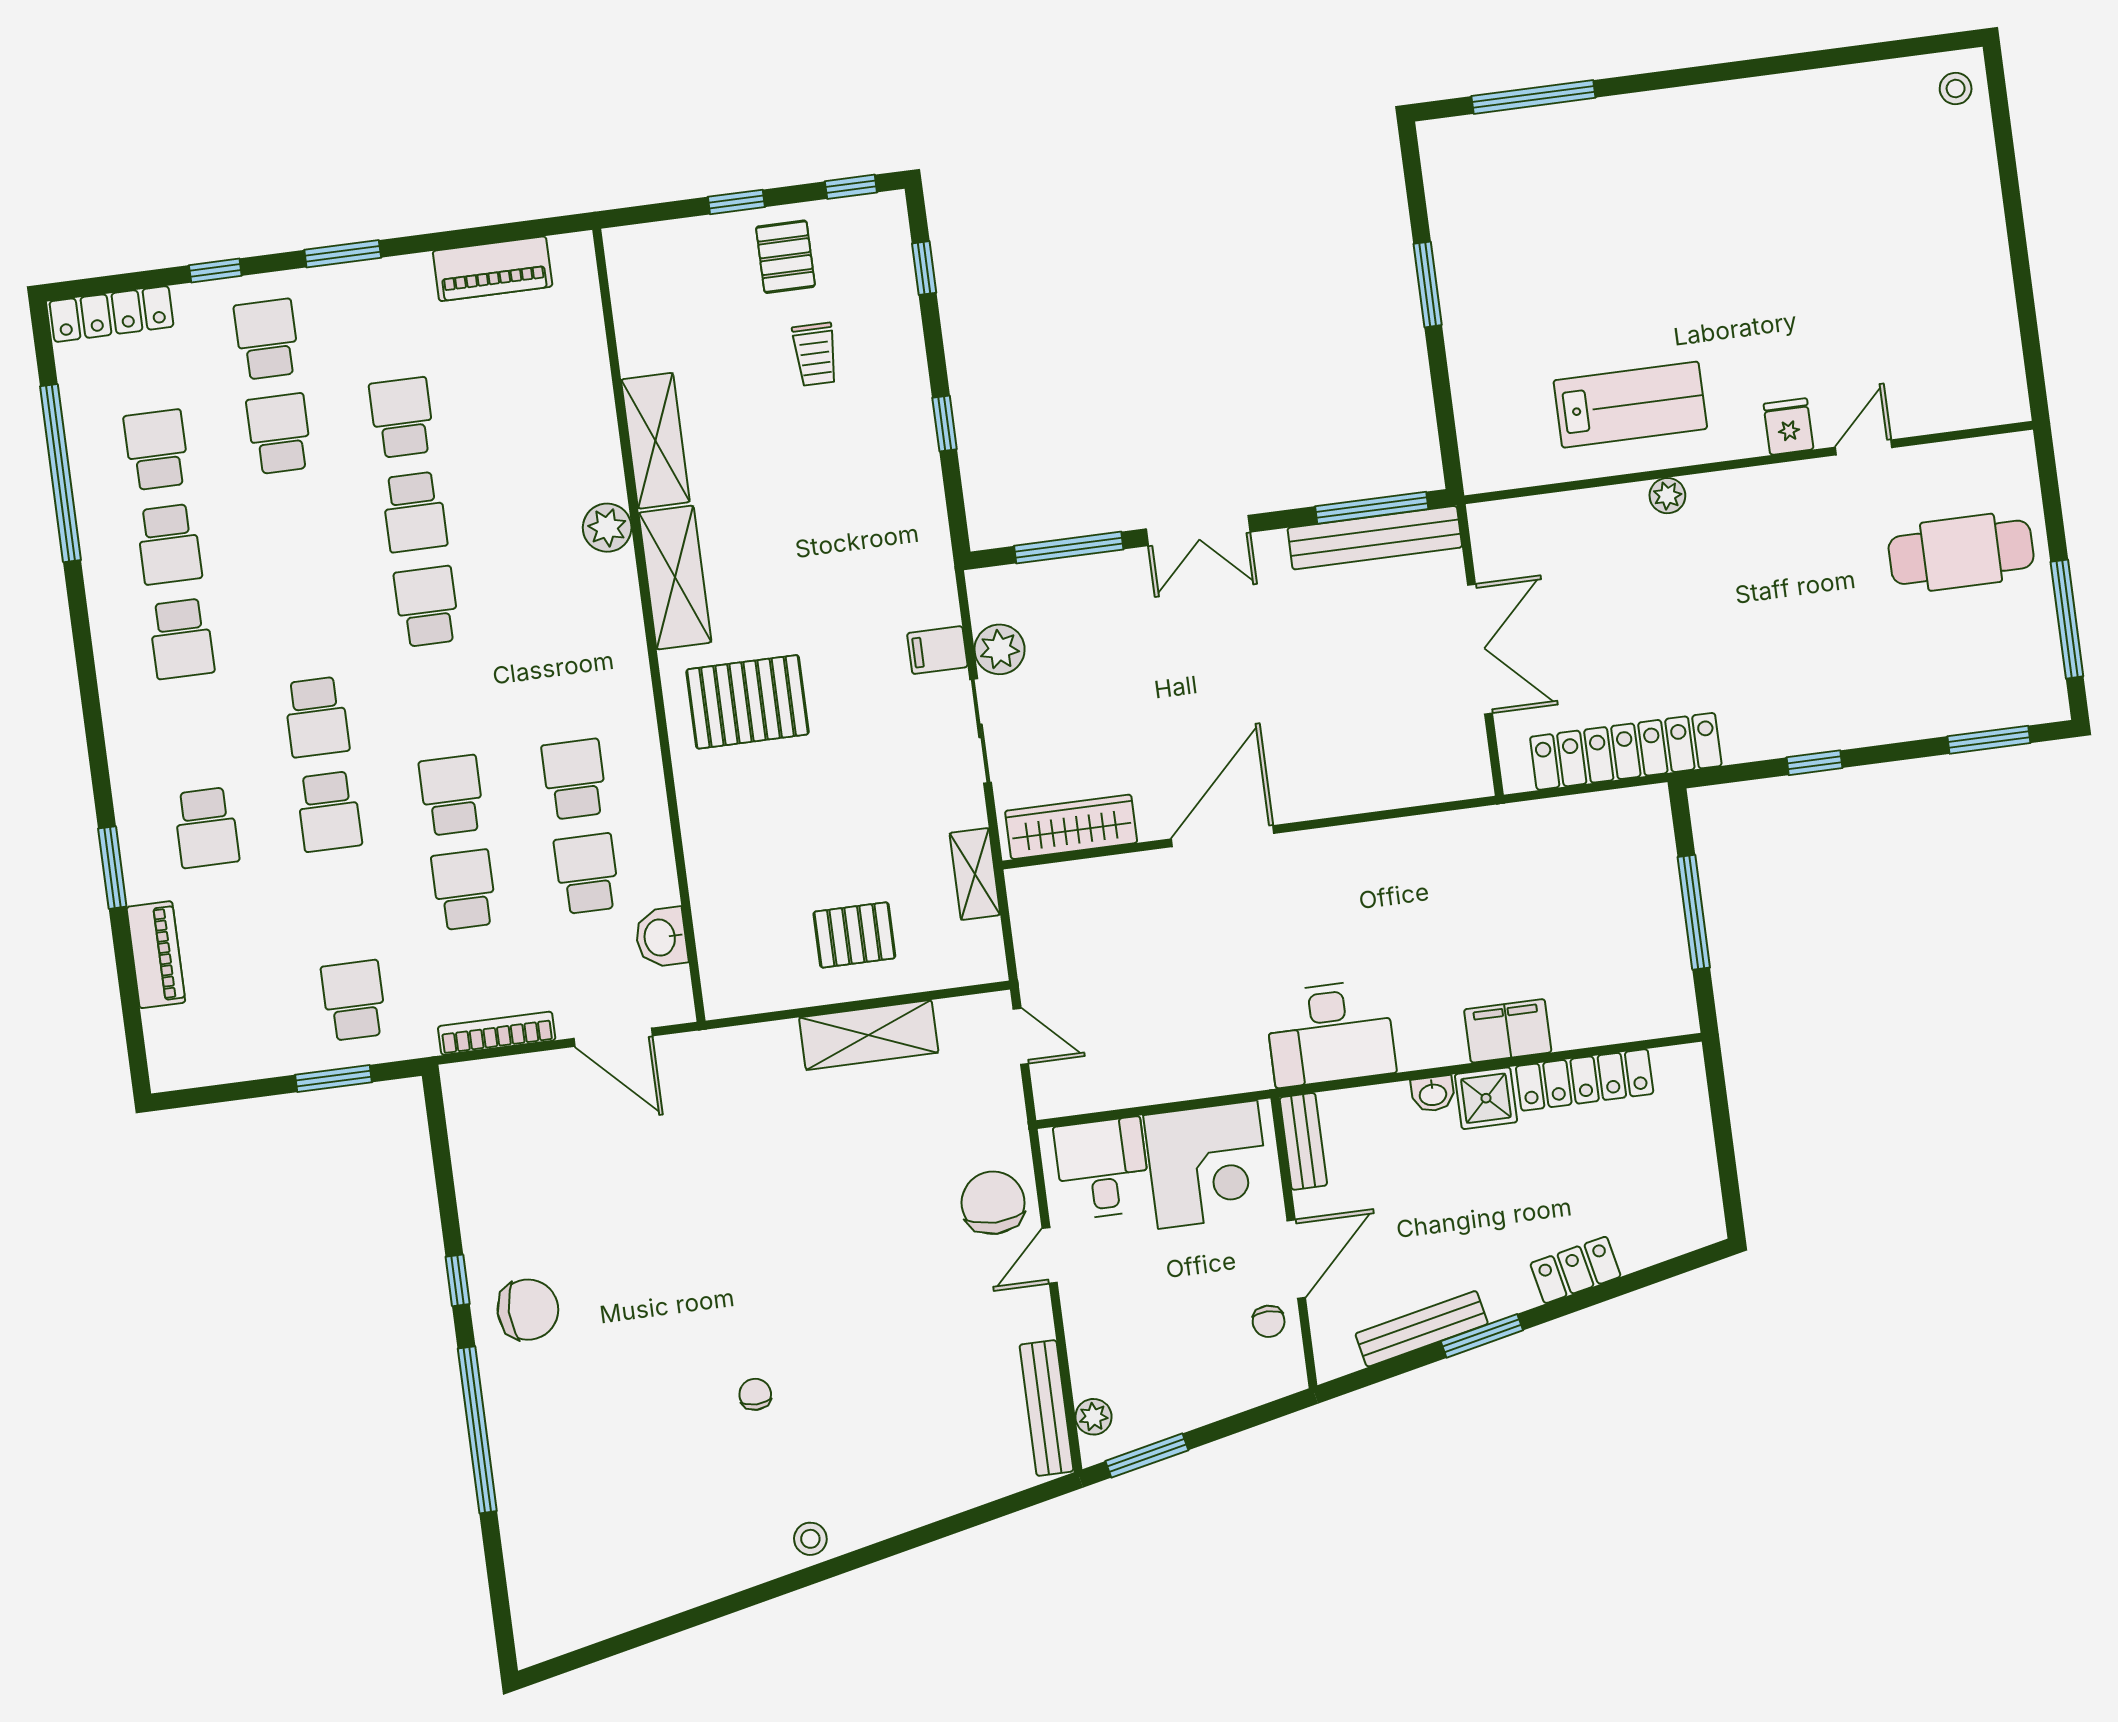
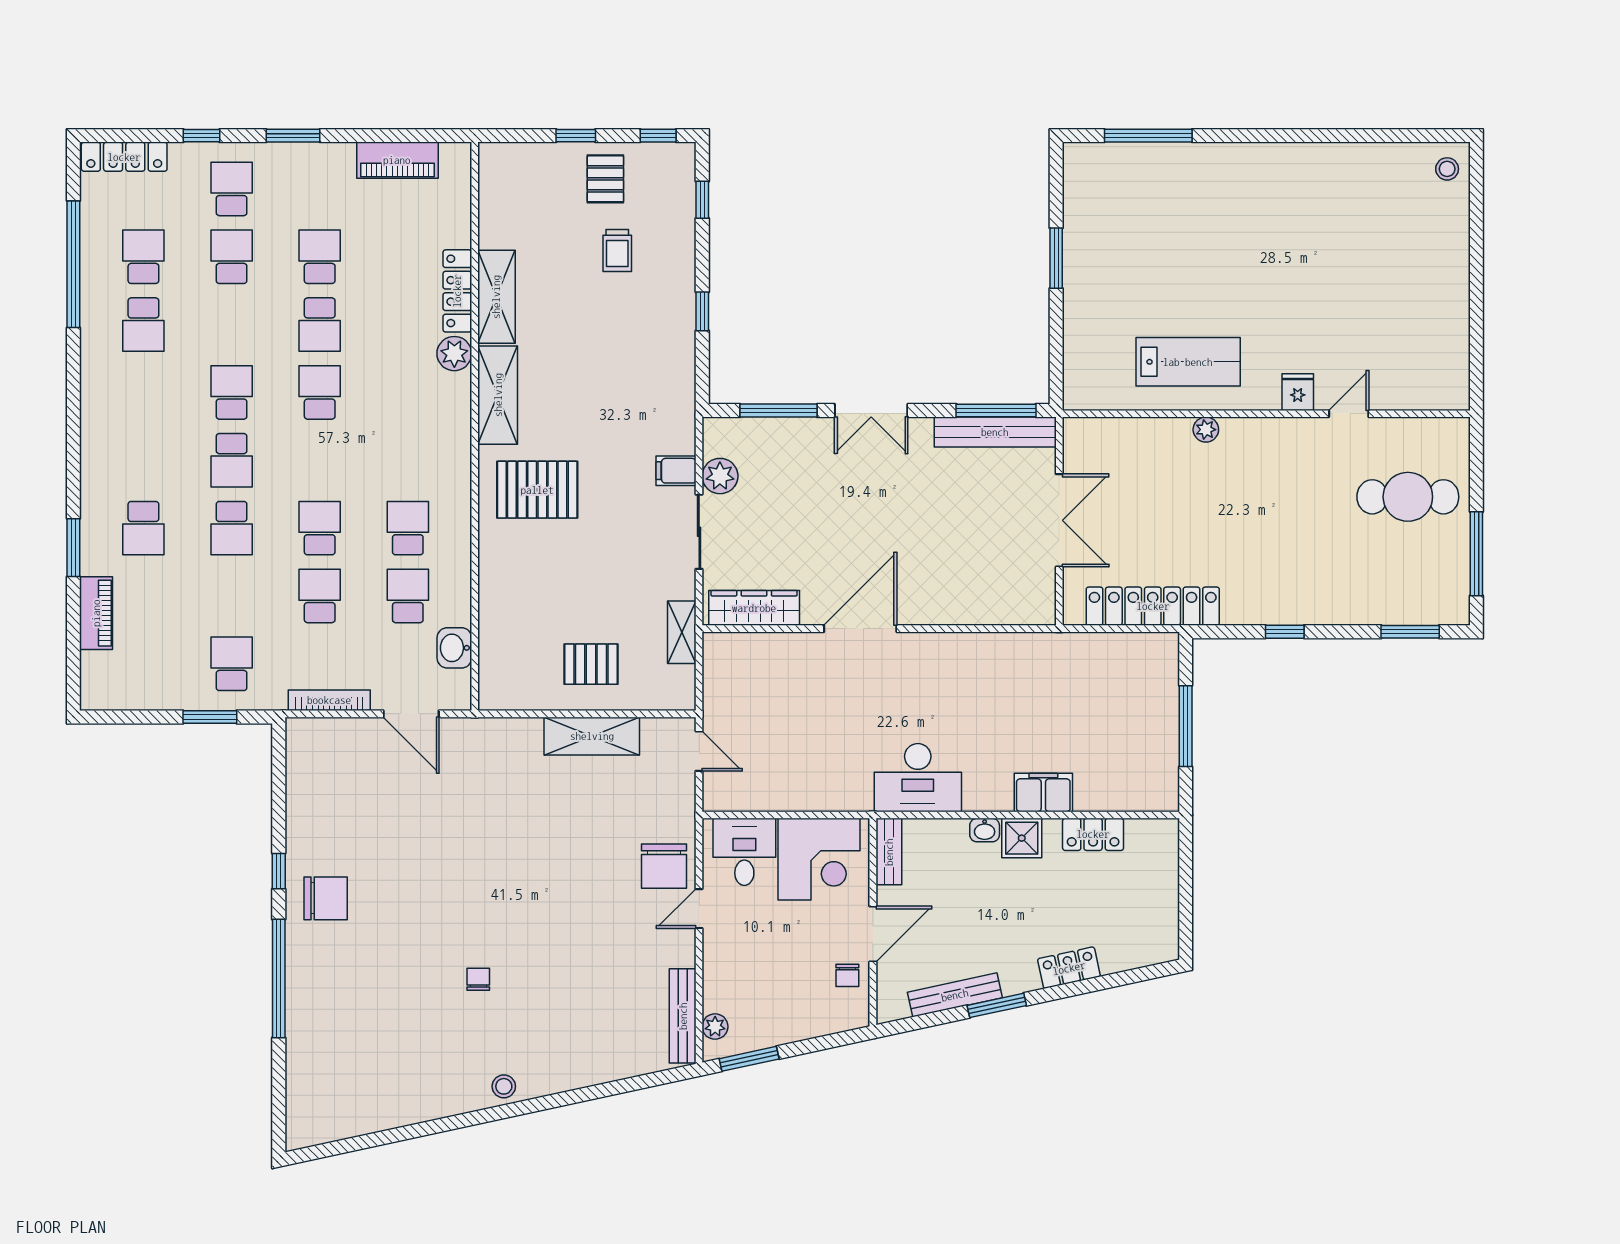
locker: (600, 440) -> (457, 291), added
school desk: (181, 639) -> (232, 392), moved, turned 180
locker: (1585, 1080) -> (1093, 834), width x0.66
chair: (993, 1203) -> (664, 866), turned 180

